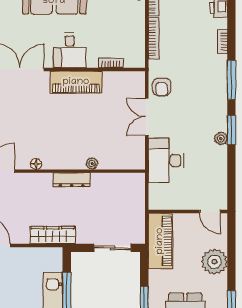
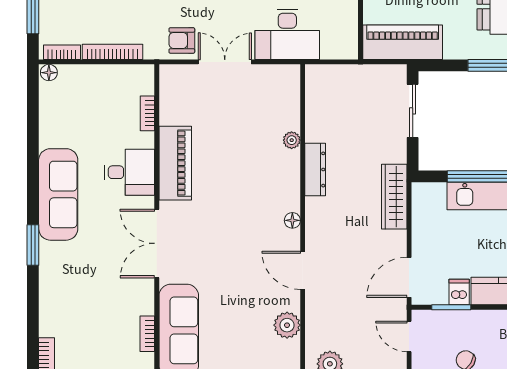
armchair: (162, 87) -> (182, 40), turned 180
double door: (147, 117) -> (225, 62), swing flipped

